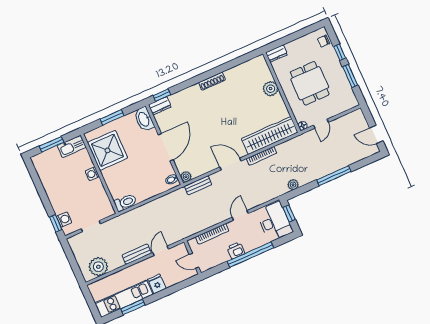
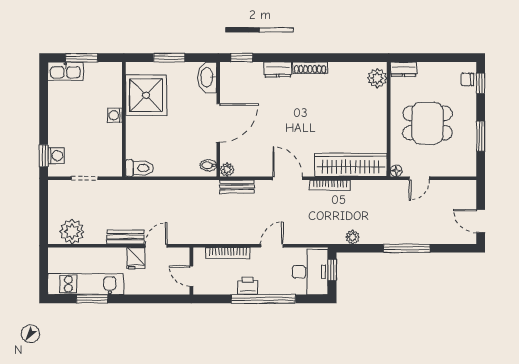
window: (340, 52) -> (481, 83), moved
dining table: (310, 83) -> (427, 123), turned 90
plant: (271, 89) -> (377, 78), moved
dresser: (160, 106) -> (278, 70), moved
kitchen sink: (72, 146) -> (65, 71), moved
fridge: (157, 284) -> (136, 258), moved, turned 180

